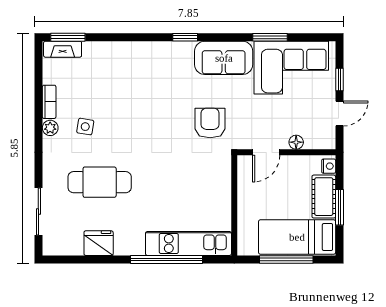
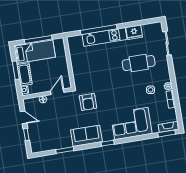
corner sofa: (291, 68) -> (131, 123), moved
door: (339, 114) -> (24, 117), swing flipped
kitchen unit: (188, 244) -> (105, 37), moved

